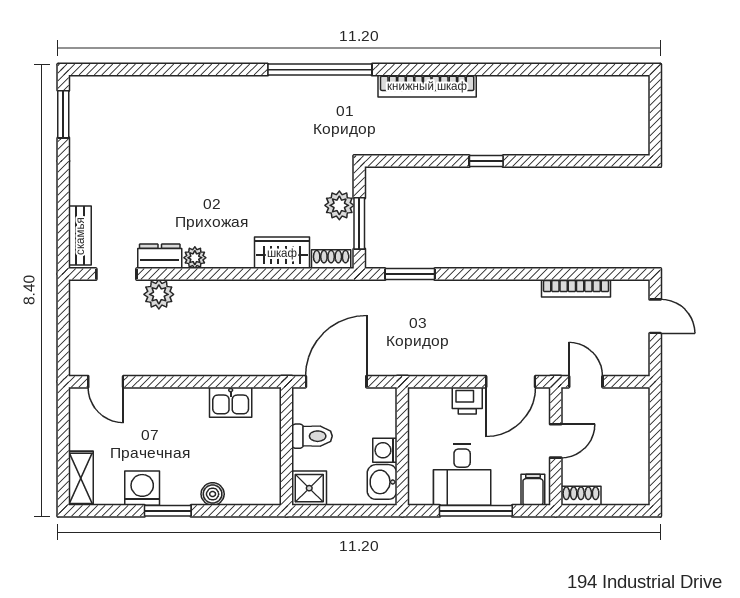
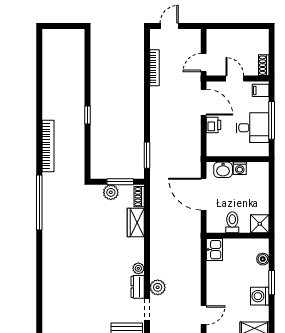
toilet: (312, 436) -> (232, 222), moved
wall: (287, 446) -> (238, 236), moved
washbasin: (382, 482) -> (223, 170), moved
shower: (309, 488) -> (260, 224), moved

